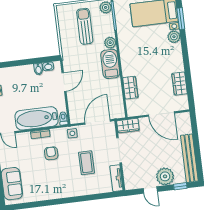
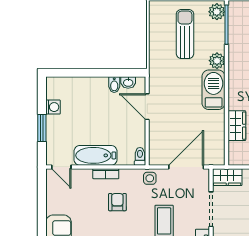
door: (64, 82) -> (147, 107), swing flipped
bathtub: (37, 118) -> (95, 155), width x0.73, depth x0.73

